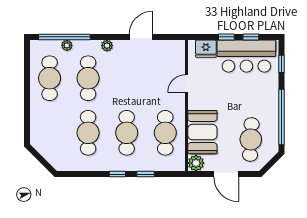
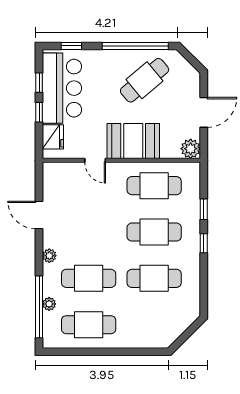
booth: (202, 132) -> (133, 141), moved
cafe table: (251, 140) -> (145, 80), moved, turned -43

